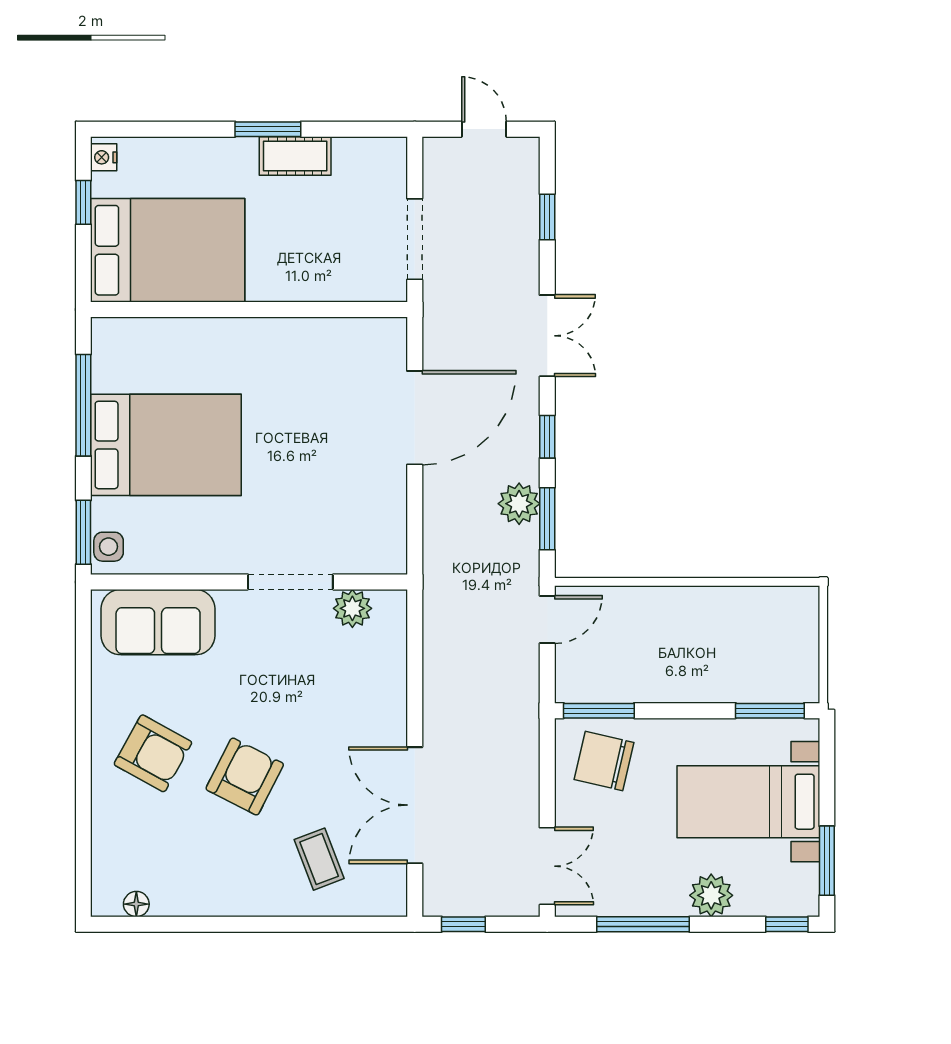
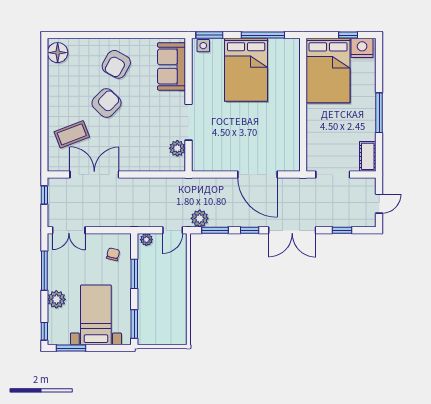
window: (268, 129) -> (379, 113), width x1.44
cot: (295, 156) -> (368, 156), moved
nightstand: (104, 157) -> (362, 48), width x1.89, depth x1.79
double door: (547, 336) -> (292, 230), width x1.37
plant: (519, 504) -> (200, 218), moved
door: (547, 619) -> (173, 230), hinge flipped
plant: (569, 682) -> (146, 240), added
window: (599, 711) -> (134, 274), moved
chair: (604, 761) -> (113, 254), width x0.54, depth x0.54
armchair: (245, 777) -> (107, 103), turned -73
coffee table: (319, 859) -> (72, 134), width x1.36, depth x1.30
floor lamp: (136, 904) -> (58, 53), width x1.89, depth x1.89

